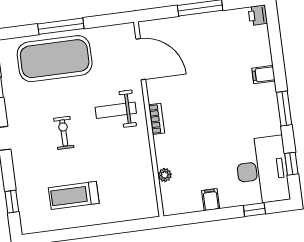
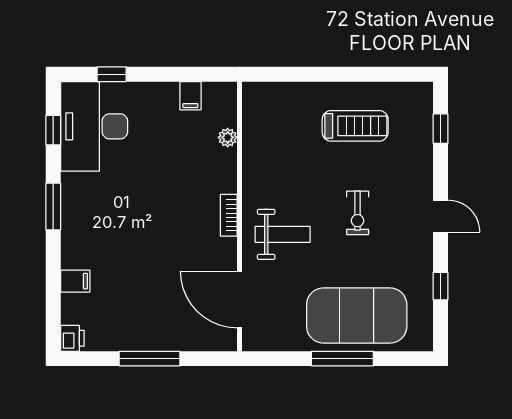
filing cabinet: (263, 75) -> (75, 281), moved
filing cabinet: (211, 200) -> (190, 96), moved

